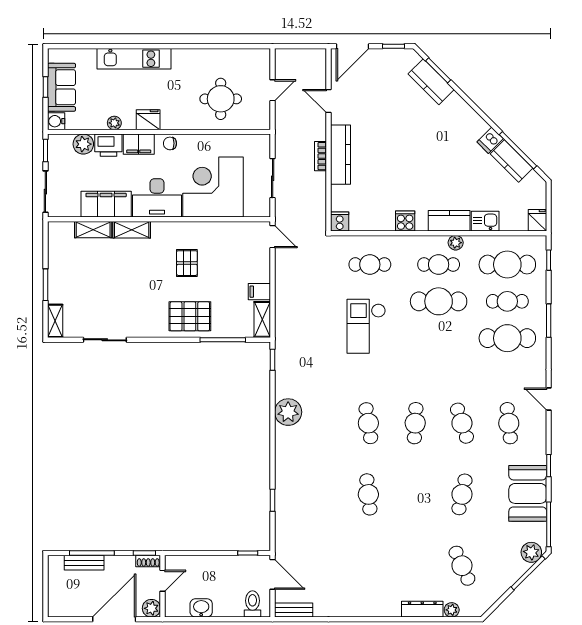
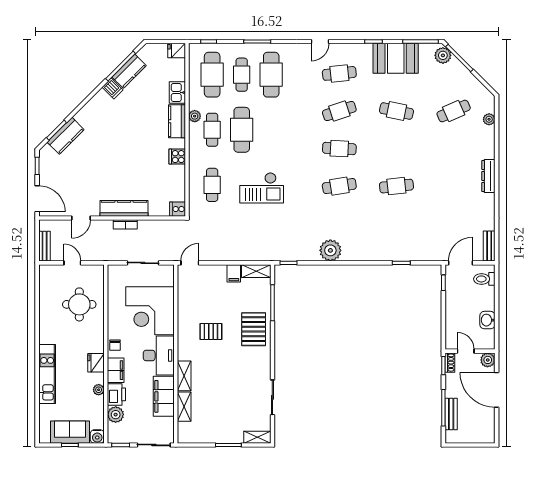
bench: (293, 55) -> (45, 246), added
dresser: (422, 609) -> (488, 176), moved

